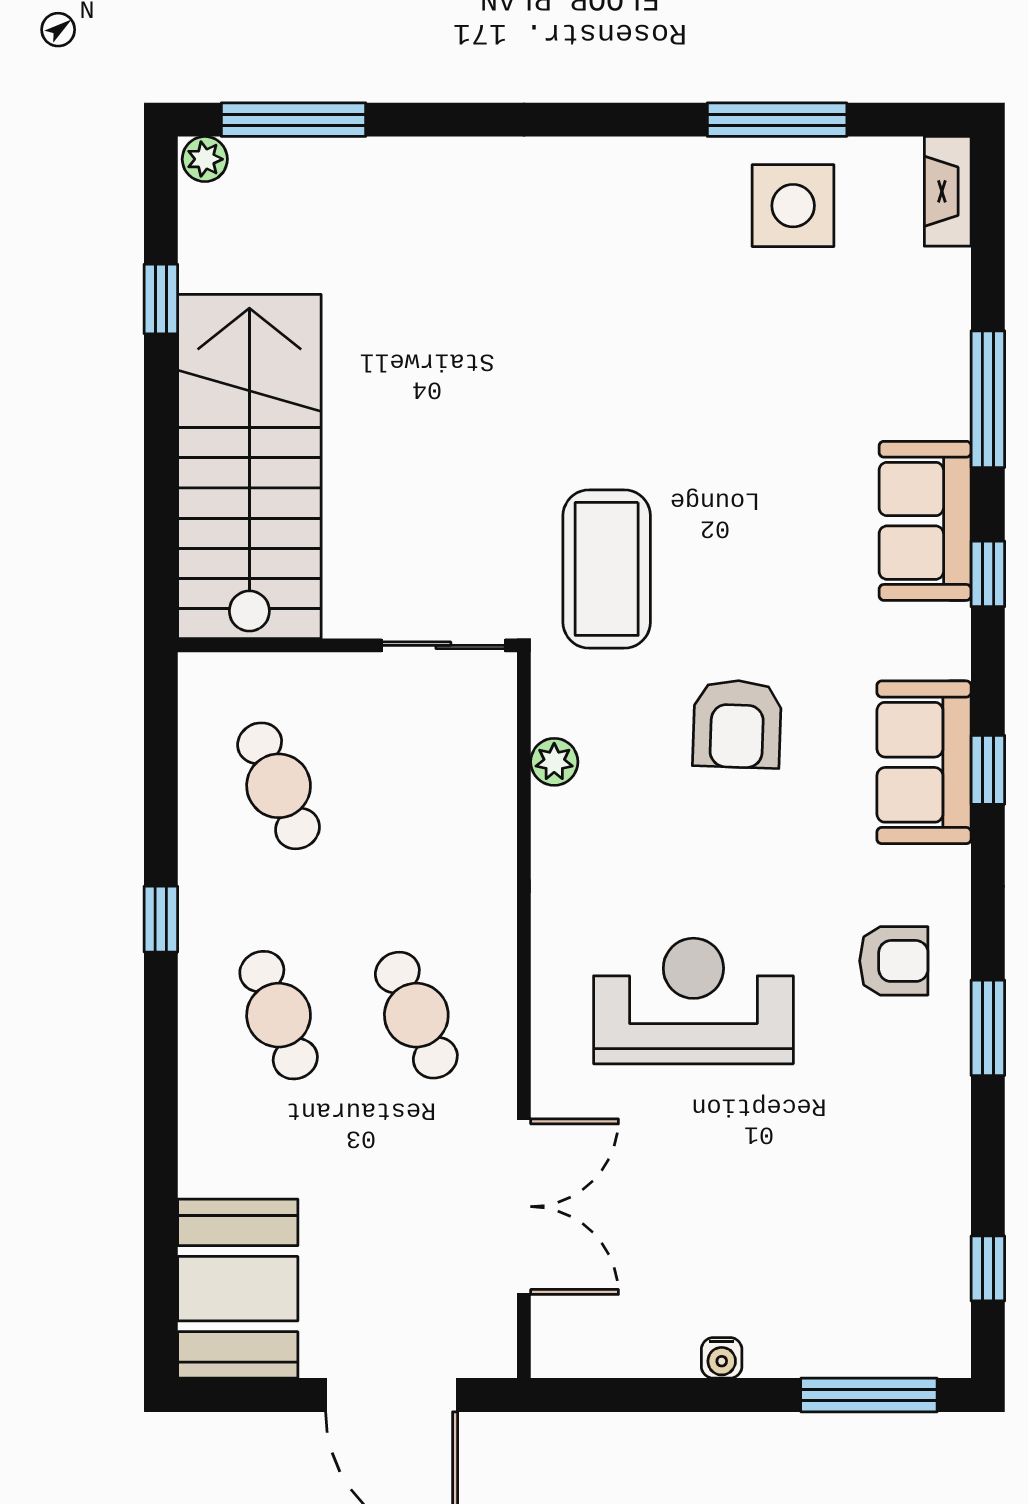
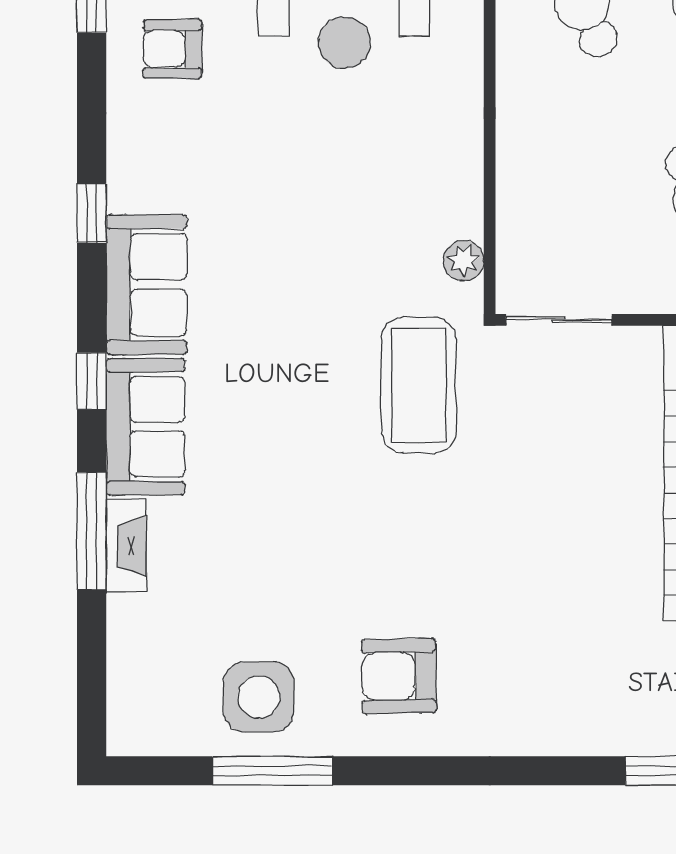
fireplace: (948, 191) -> (126, 546), moved
armchair: (737, 724) -> (399, 676), moved, turned -93
plant: (554, 762) -> (464, 260), moved
sofa: (924, 762) -> (146, 285), moved

